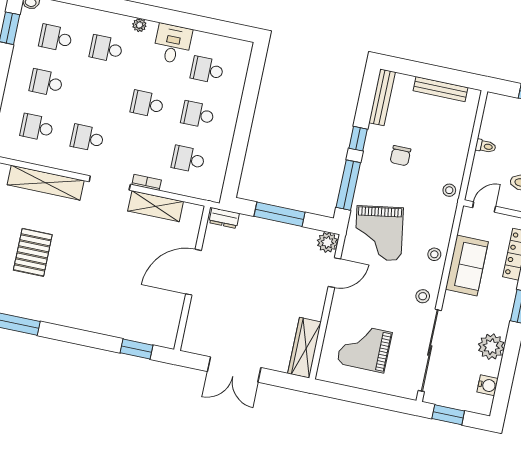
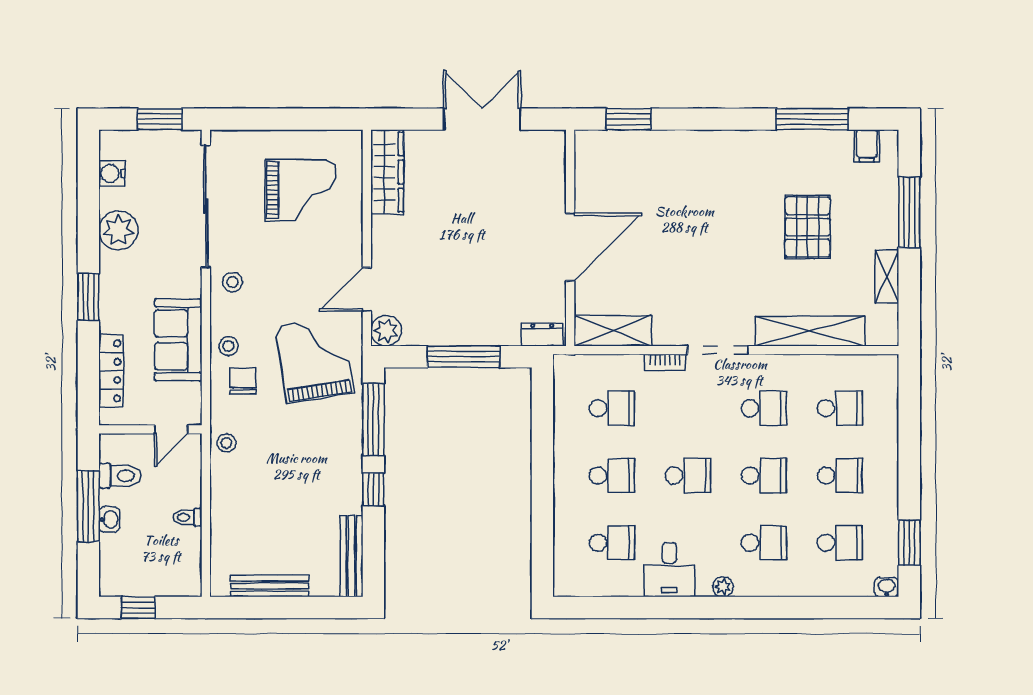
school desk: (97, 93) -> (764, 475), added
chair: (400, 156) -> (243, 381), moved
shelving: (156, 206) -> (613, 331), moved

